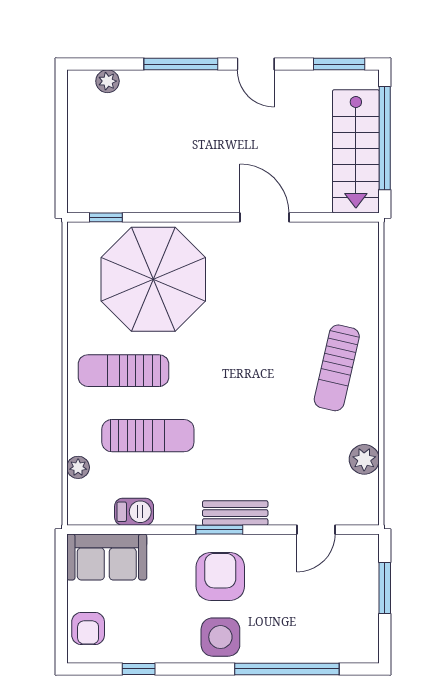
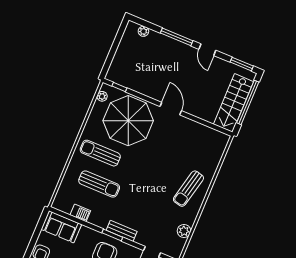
door: (264, 217) -> (171, 109), moved
plant: (78, 467) -> (102, 96), moved

